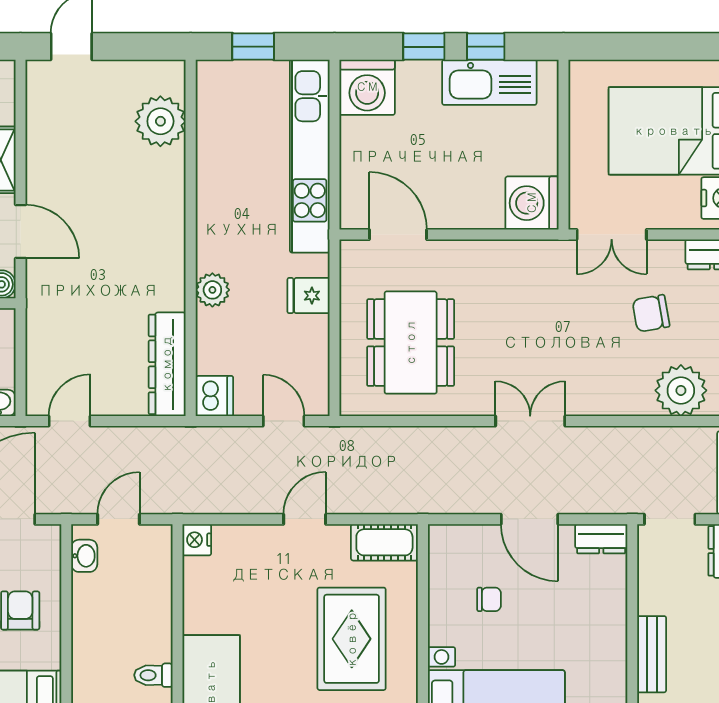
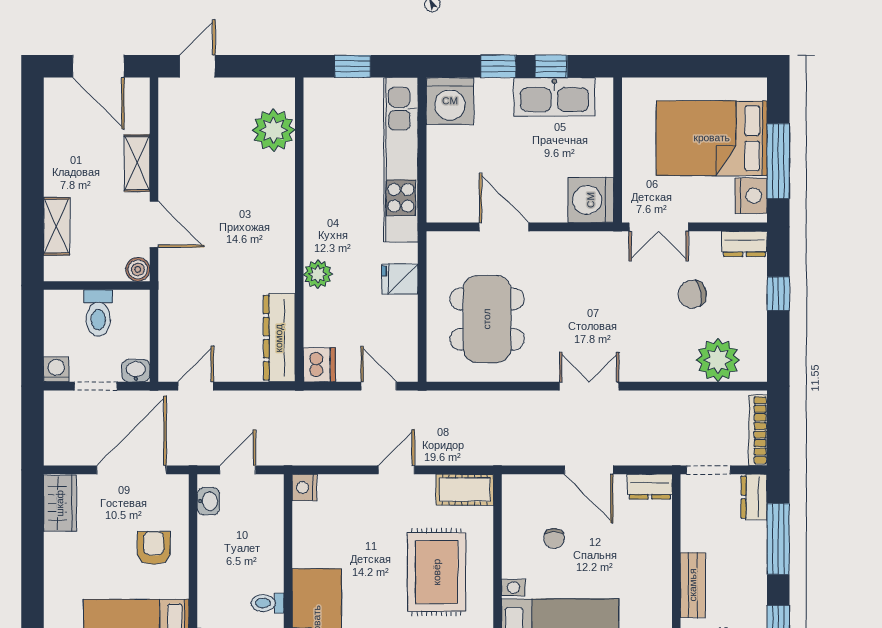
door: (398, 235) -> (504, 227), moved
chair: (489, 599) -> (554, 538), turned 90

